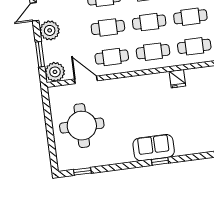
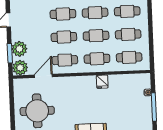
plant: (50, 30) -> (19, 49), moved
fridge: (177, 79) -> (102, 82), moved
door: (86, 80) -> (43, 76), hinge flipped

